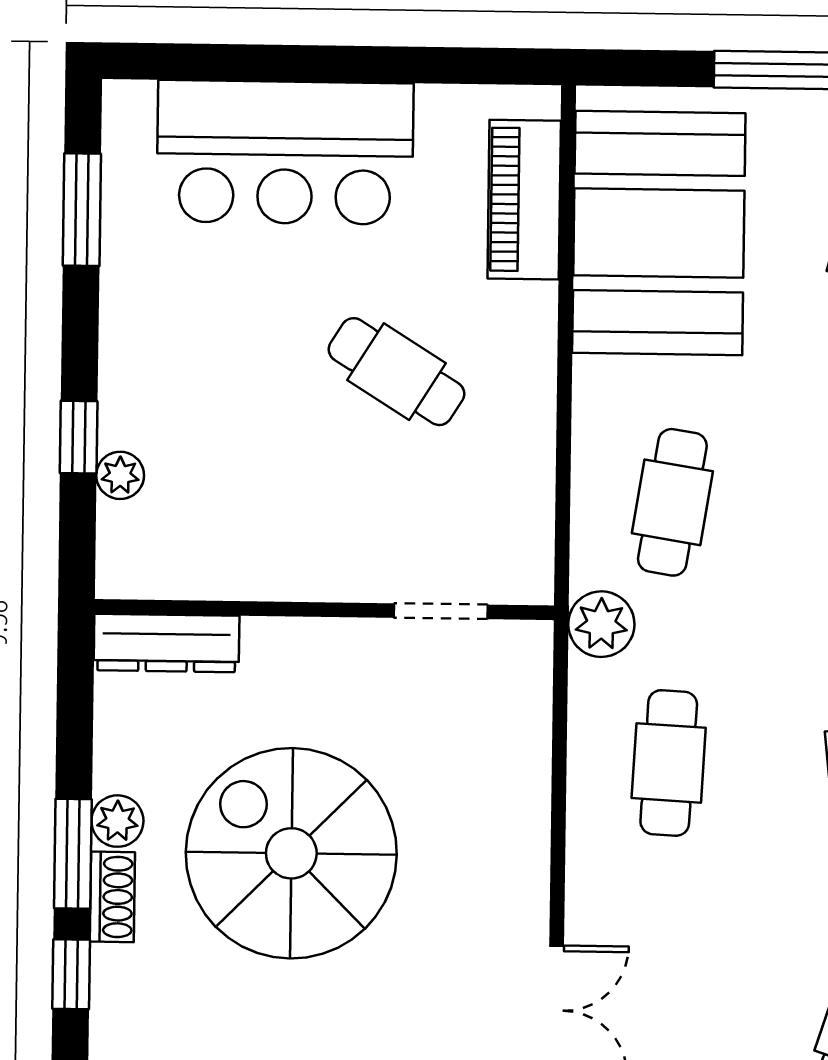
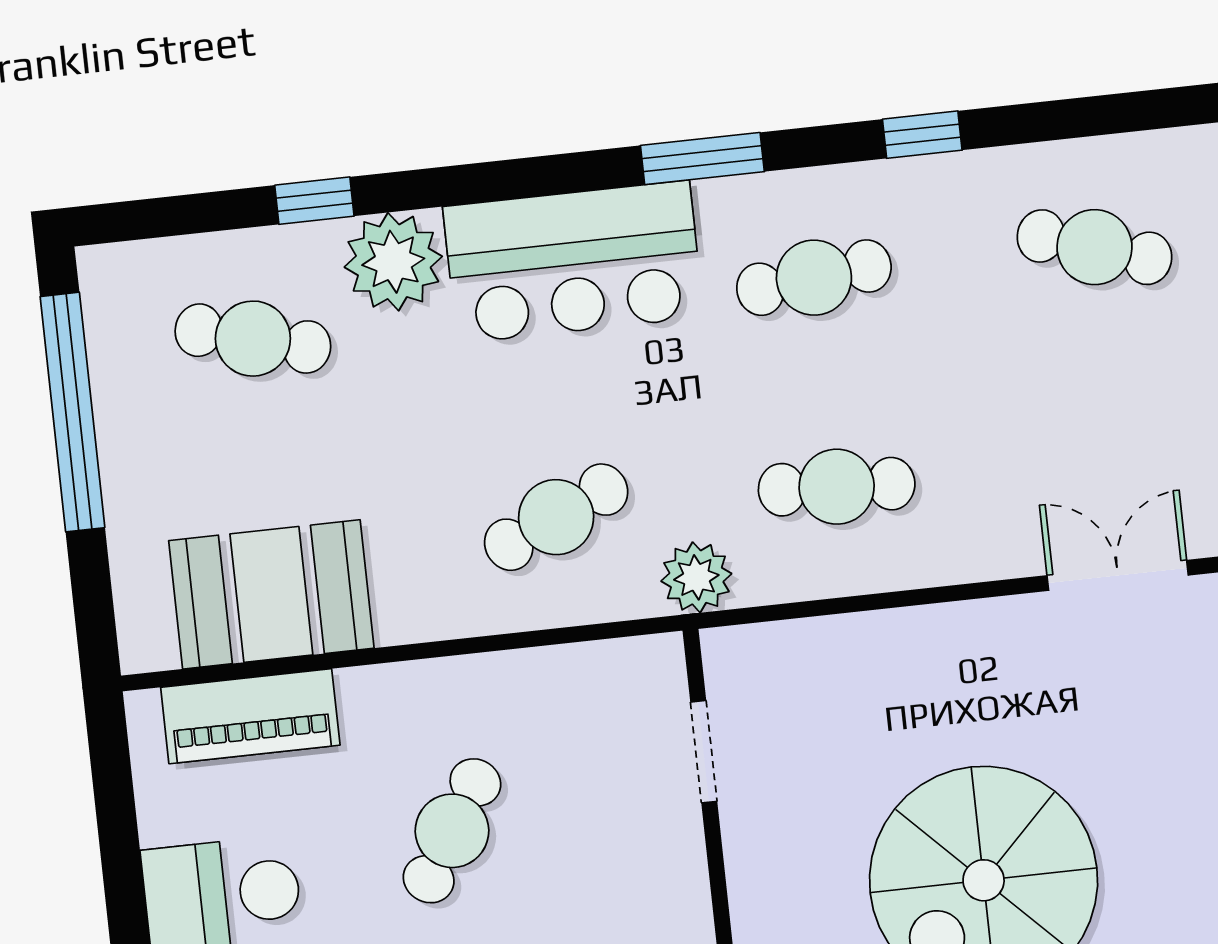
booth: (659, 233) -> (271, 594), width x0.73, depth x0.70
cafe table: (672, 502) -> (556, 517), turned -33

